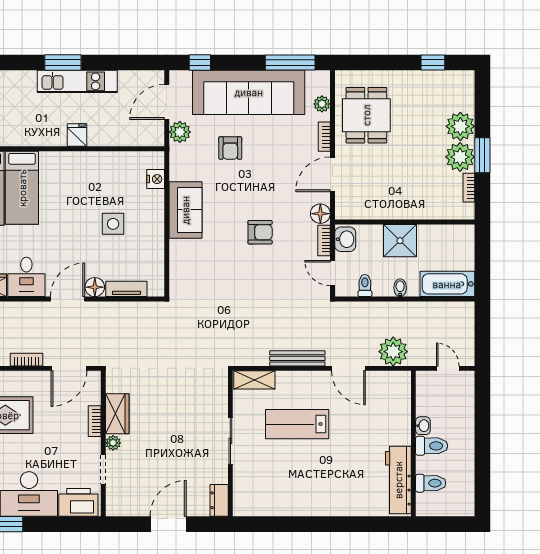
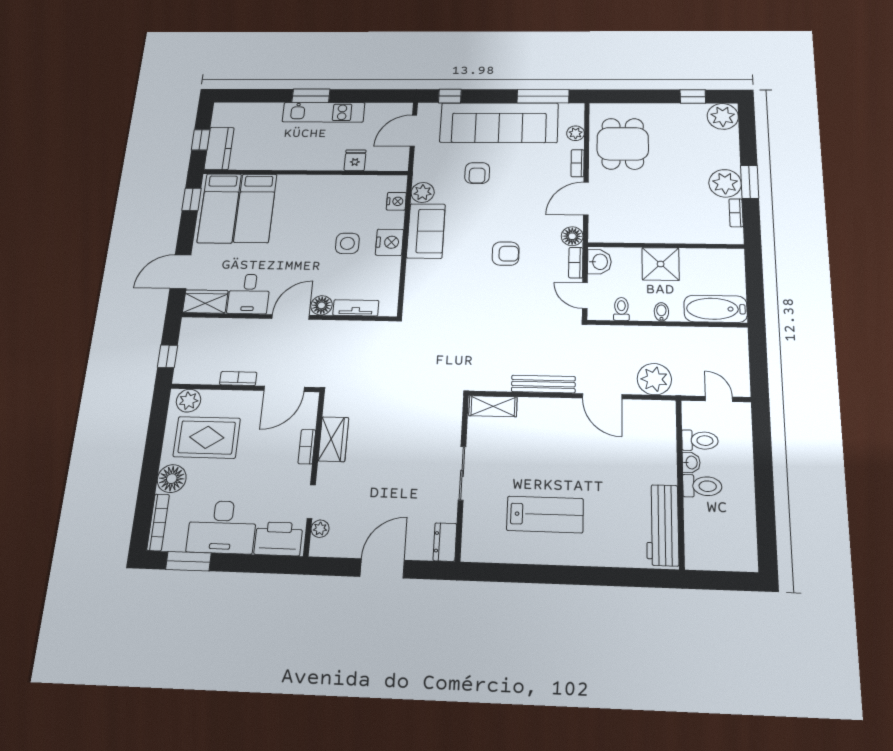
plant: (460, 126) -> (723, 116), moved
plant: (180, 132) -> (423, 192), moved
fridge: (77, 135) -> (355, 160), moved
nightstand: (152, 222) -> (389, 242), added
lab bench: (297, 424) -> (545, 515), moved, turned 180
plant: (113, 443) -> (320, 529), moved
toilet: (431, 483) -> (700, 440), moved

